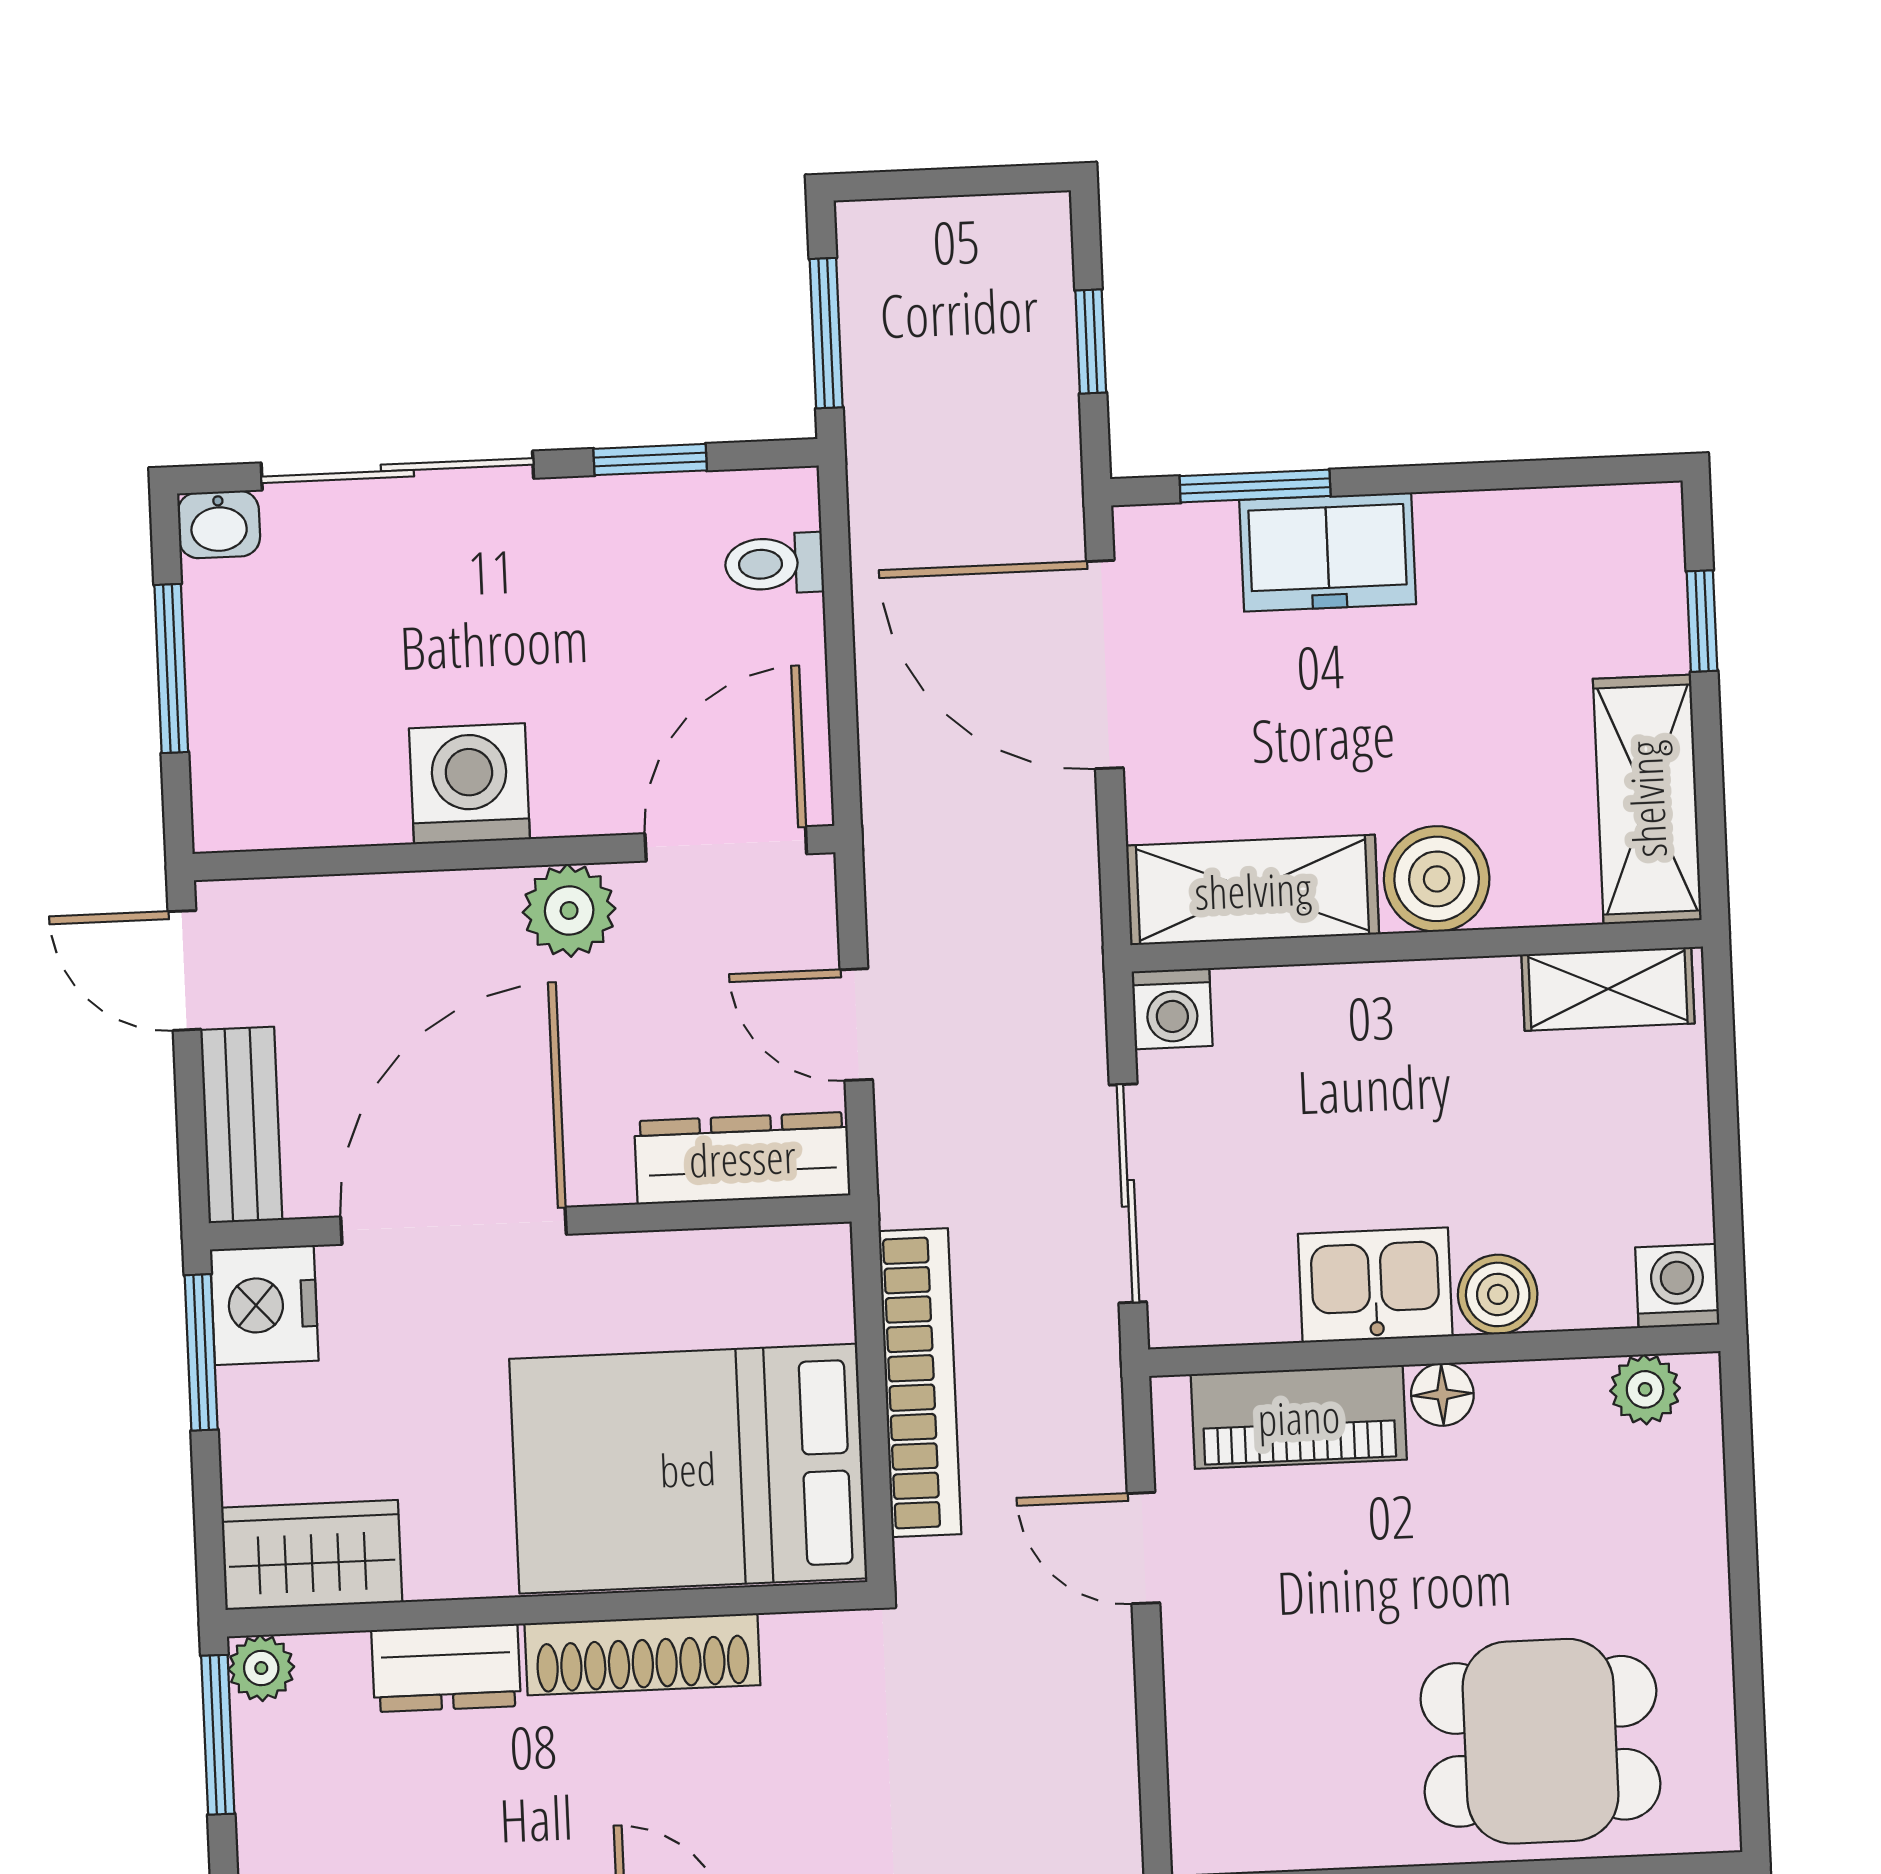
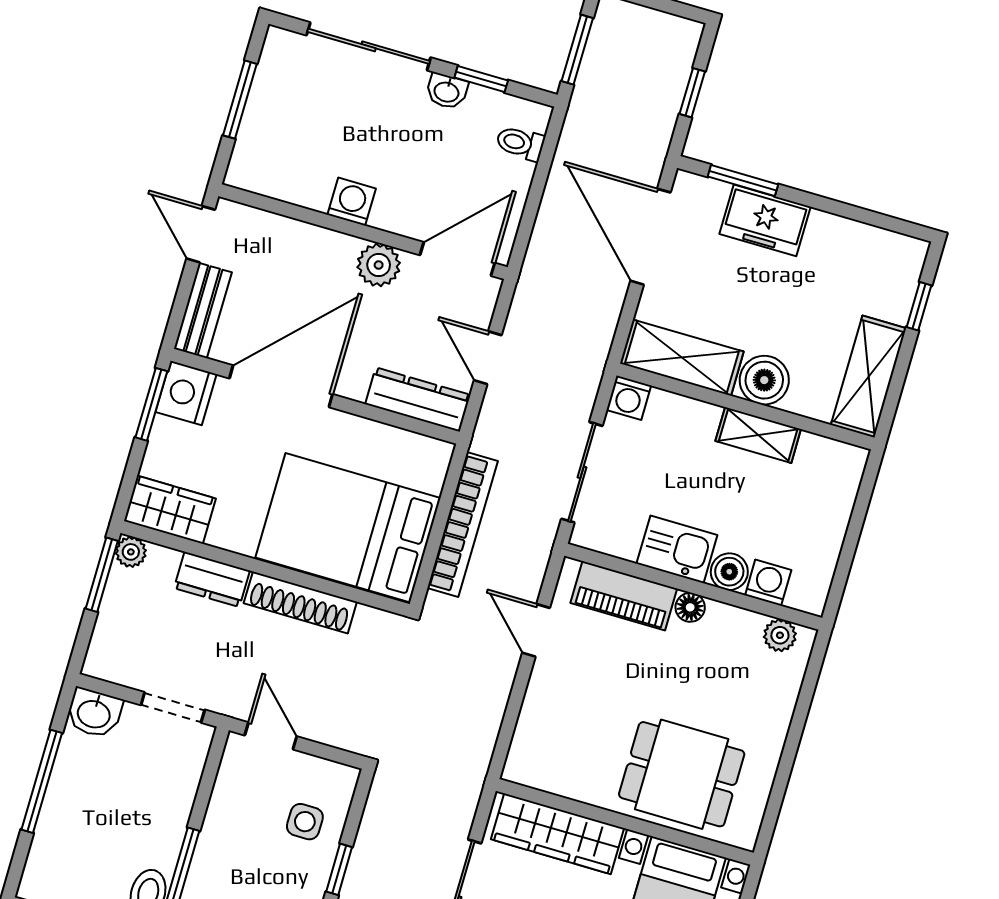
washbasin: (219, 524) -> (447, 91), moved
washing machine: (469, 784) -> (352, 202), width x0.73, depth x0.73
shelving: (1608, 989) -> (758, 435), moved
washing machine: (1677, 1286) -> (768, 583), moved

